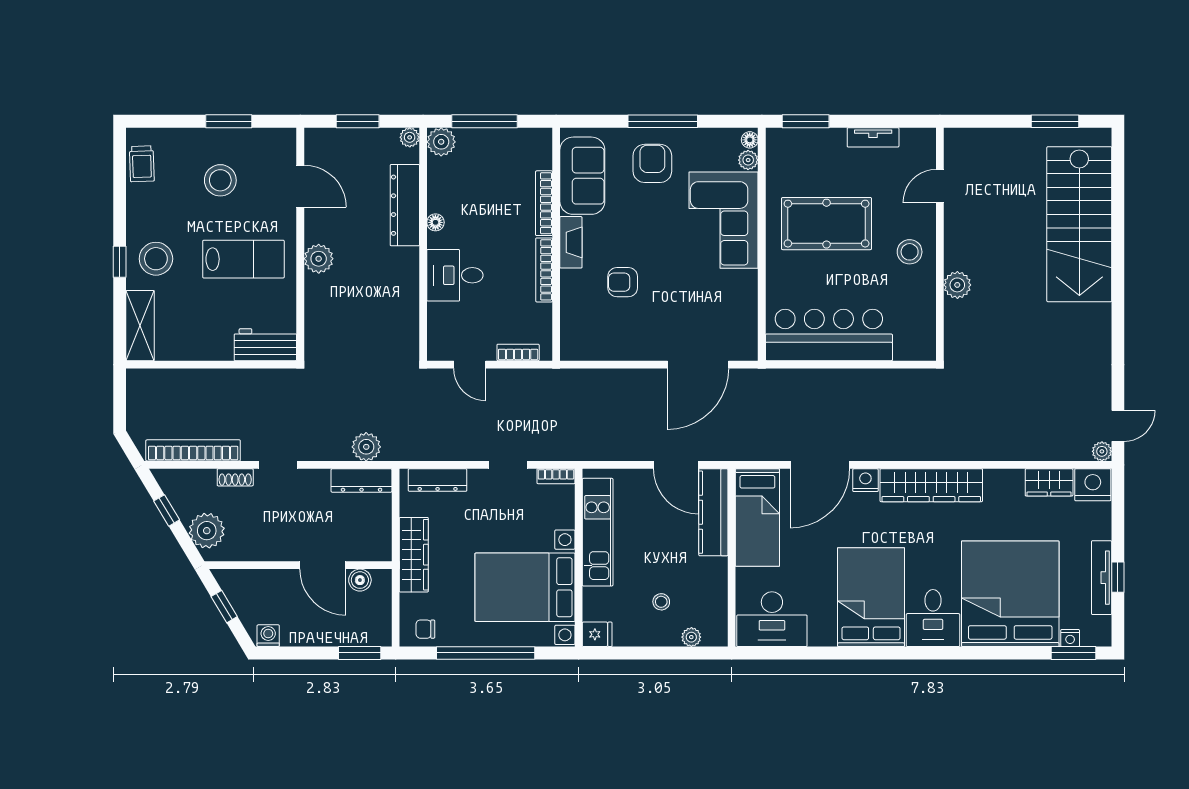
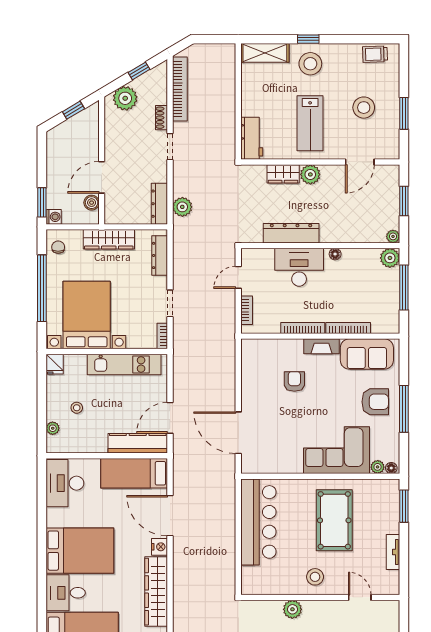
dresser: (405, 205) -> (291, 233), moved
desk: (455, 275) -> (299, 267), width x1.37
wardrobe: (318, 299) -> (283, 174), added
washing machine: (268, 636) -> (54, 217), moved

